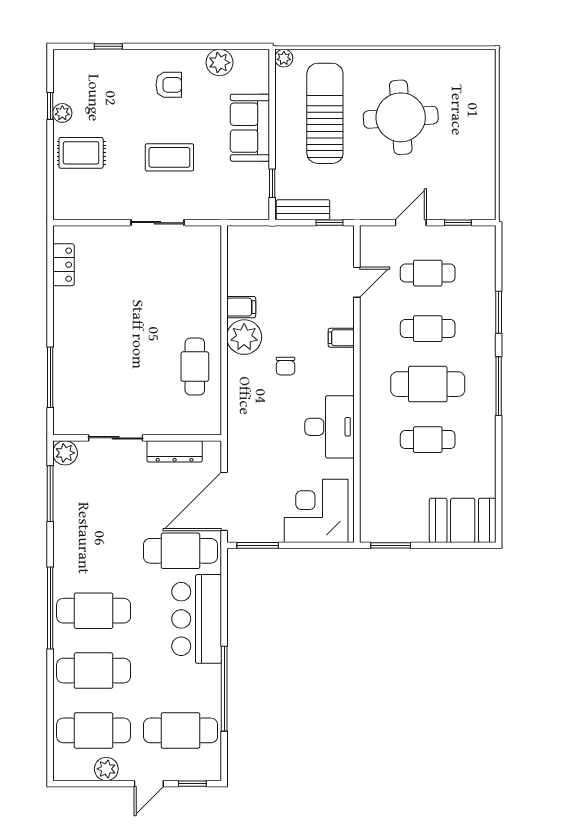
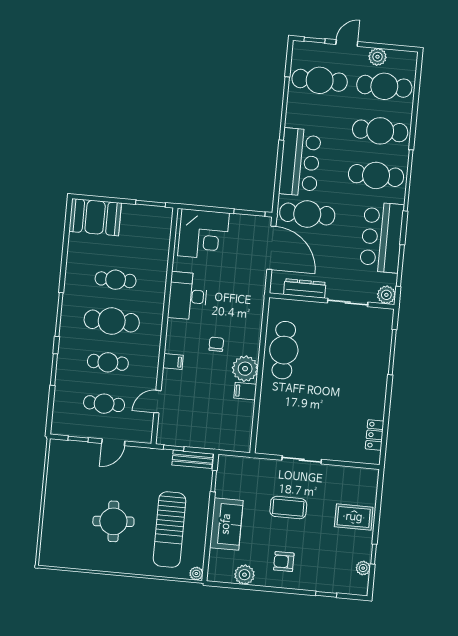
plant: (62, 113) -> (363, 568), moved
round table: (401, 117) -> (113, 521), width x0.73, depth x0.73
cafe table: (195, 367) -> (284, 350), width x1.37, depth x1.35
door: (224, 501) -> (271, 248), hinge flipped
bar counter: (78, 529) -> (382, 237), added

